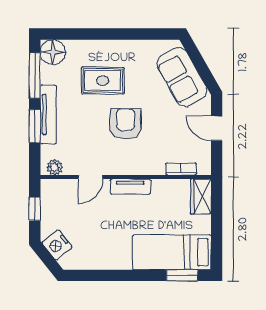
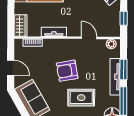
armchair: (126, 124) -> (67, 71), turned 80
door: (90, 177) -> (89, 38), hinge flipped
tv unit: (130, 187) -> (54, 32), moved

